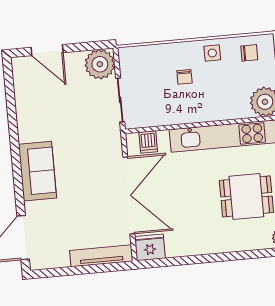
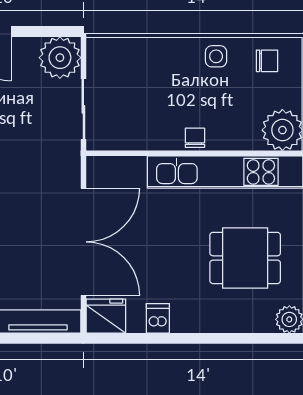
chair: (184, 77) -> (195, 138), moved, turned 180
dishwasher: (148, 142) -> (158, 318), moved, turned 180

